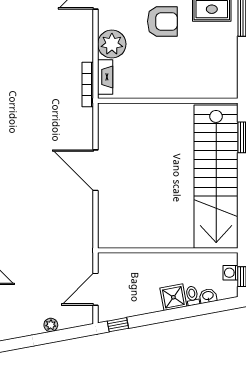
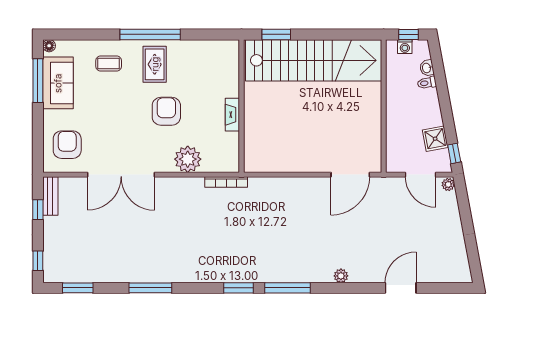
fireplace: (105, 77) -> (232, 115), moved, turned -90
door: (96, 170) -> (350, 175), moved
shower: (173, 297) -> (435, 139), moved
plant: (51, 325) -> (448, 184), moved

